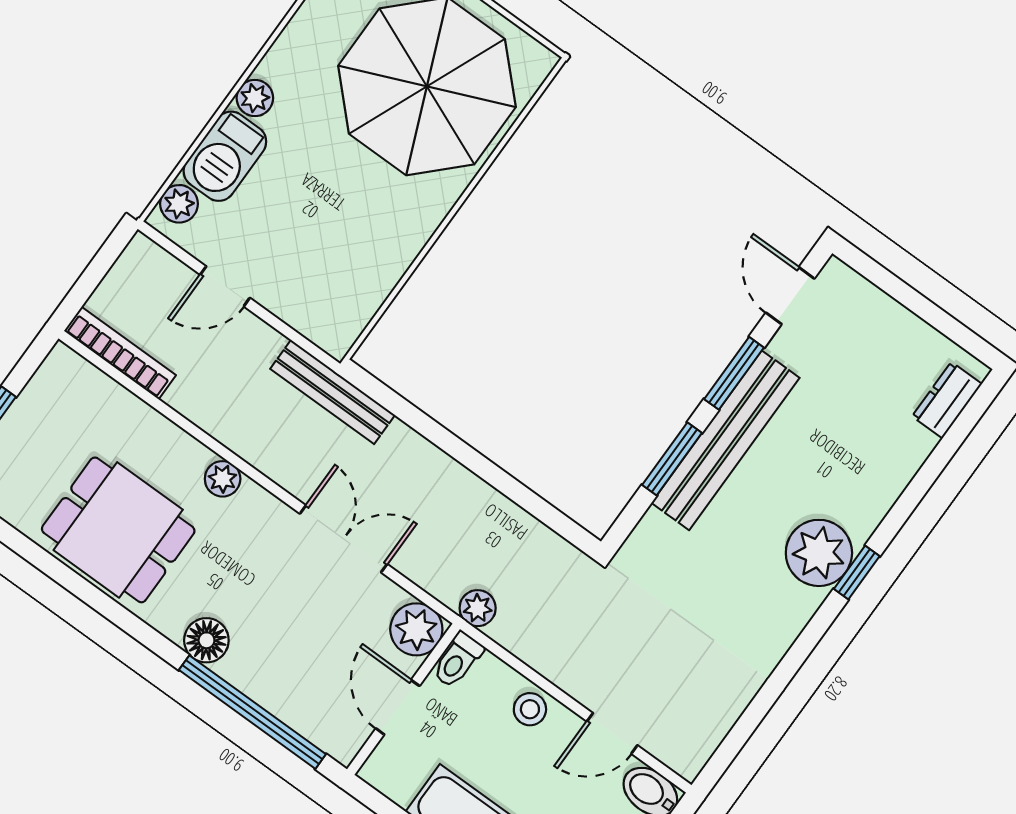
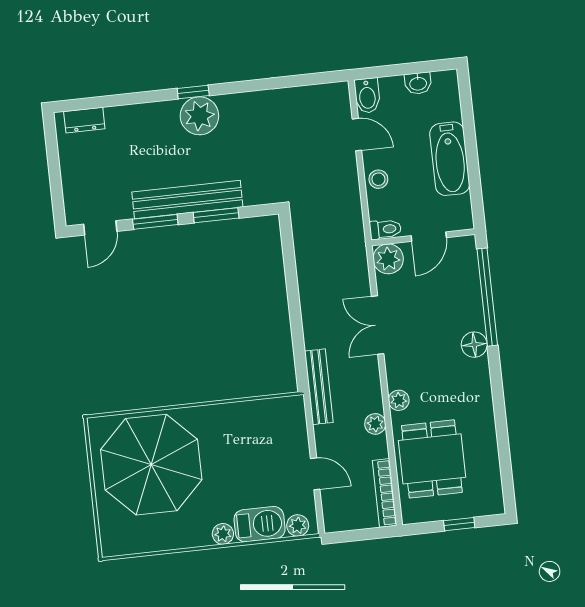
dining table: (118, 530) -> (432, 459), moved
plant: (478, 608) -> (375, 424), moved

